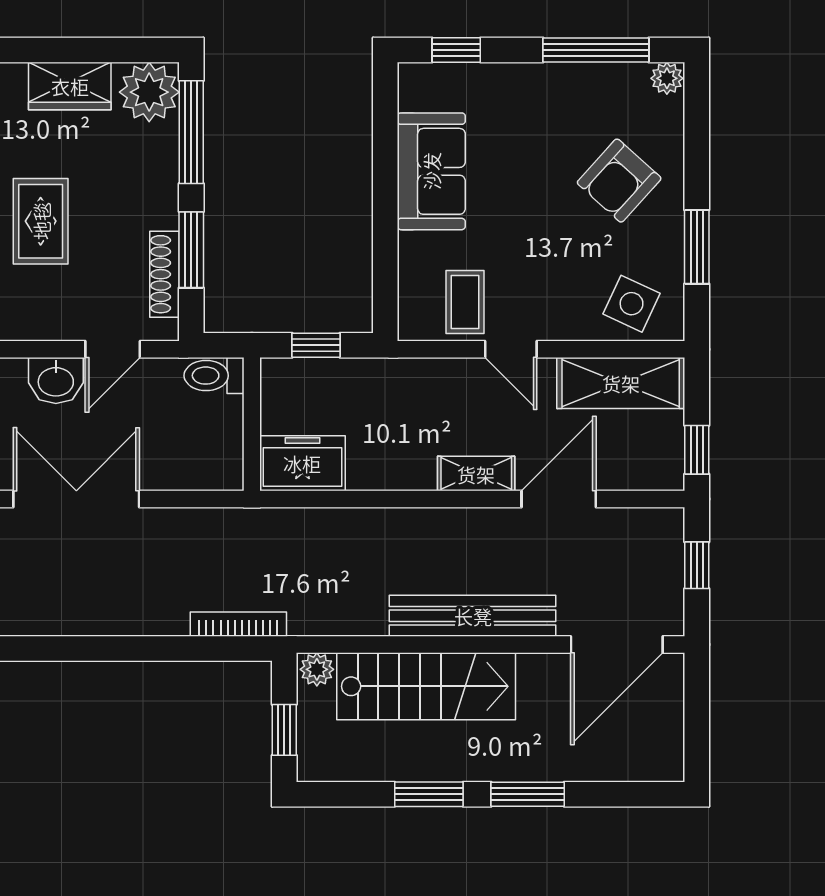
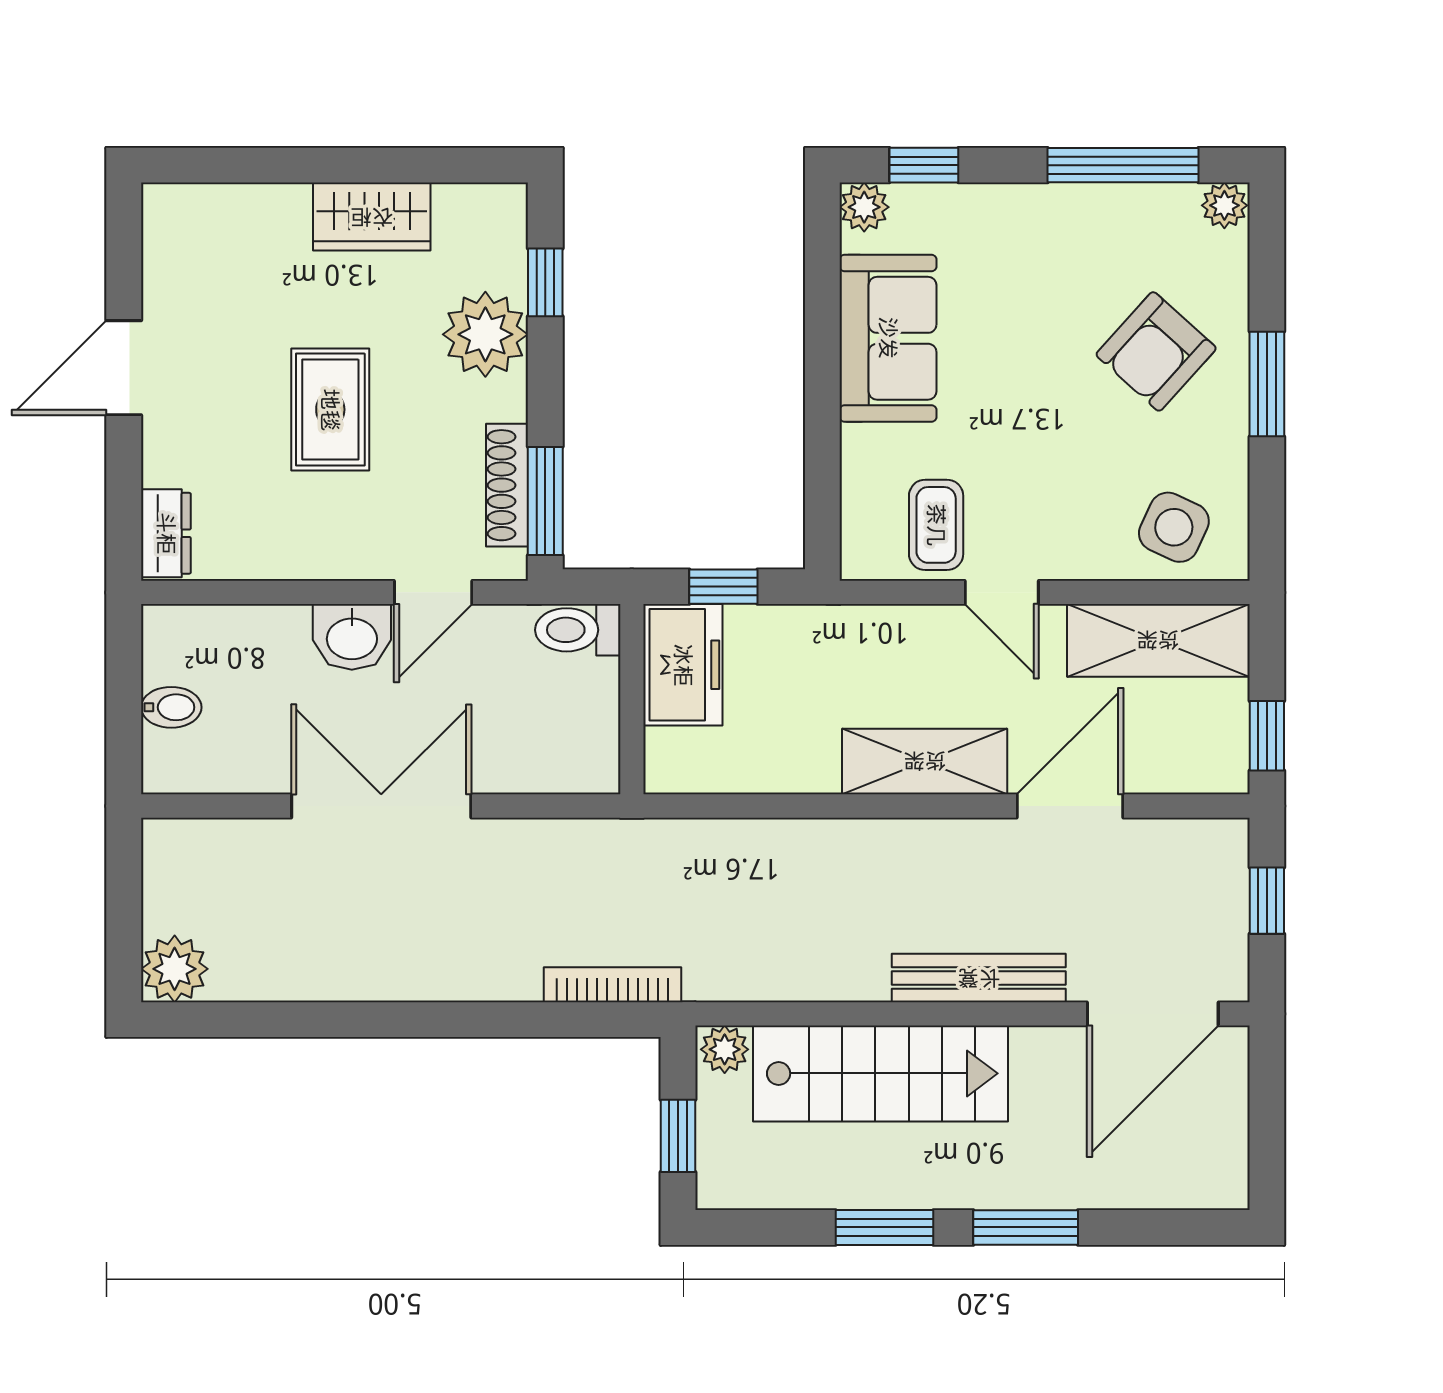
plant: (415, 79) -> (864, 207), added
plant: (149, 92) -> (485, 334), moved
window: (191, 132) -> (545, 282), width x0.46
window: (697, 247) -> (1267, 384), moved
window: (191, 250) -> (545, 501), moved
freezer: (302, 463) -> (683, 665), moved, turned 90
shelving: (476, 474) -> (925, 761), width x1.50, depth x1.33
bench: (473, 616) -> (979, 978), width x0.73, depth x0.82

